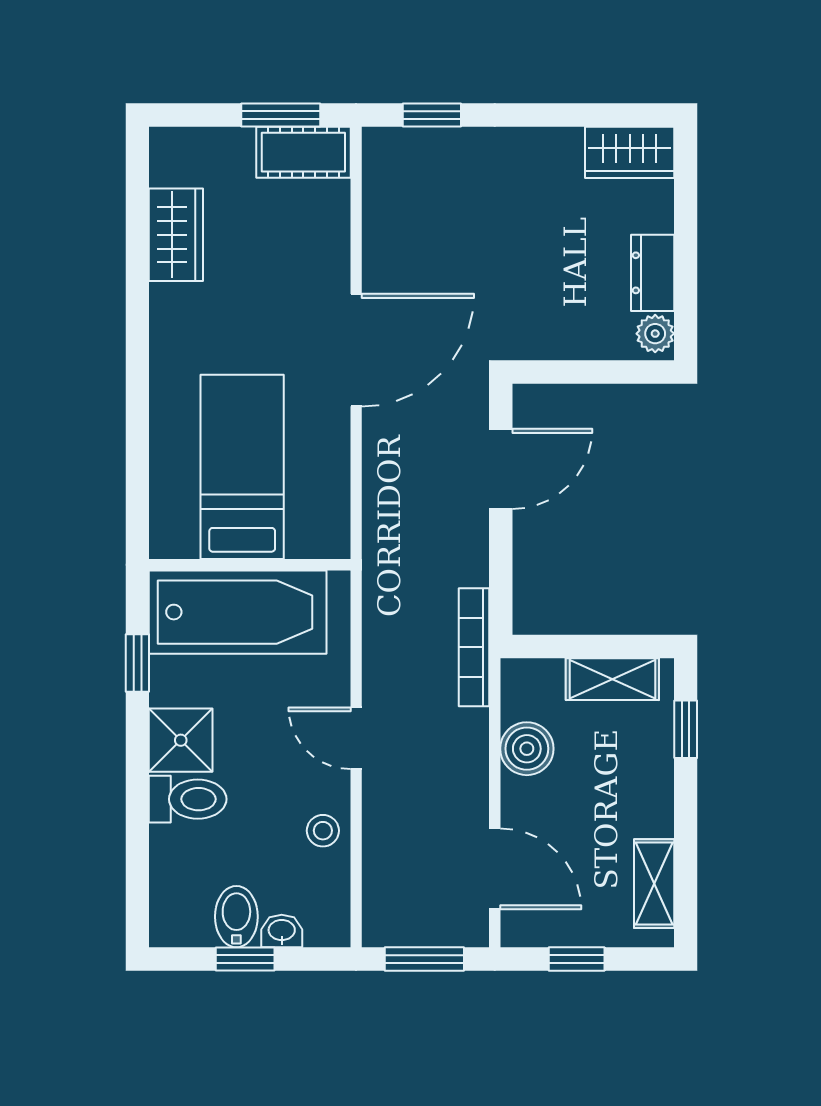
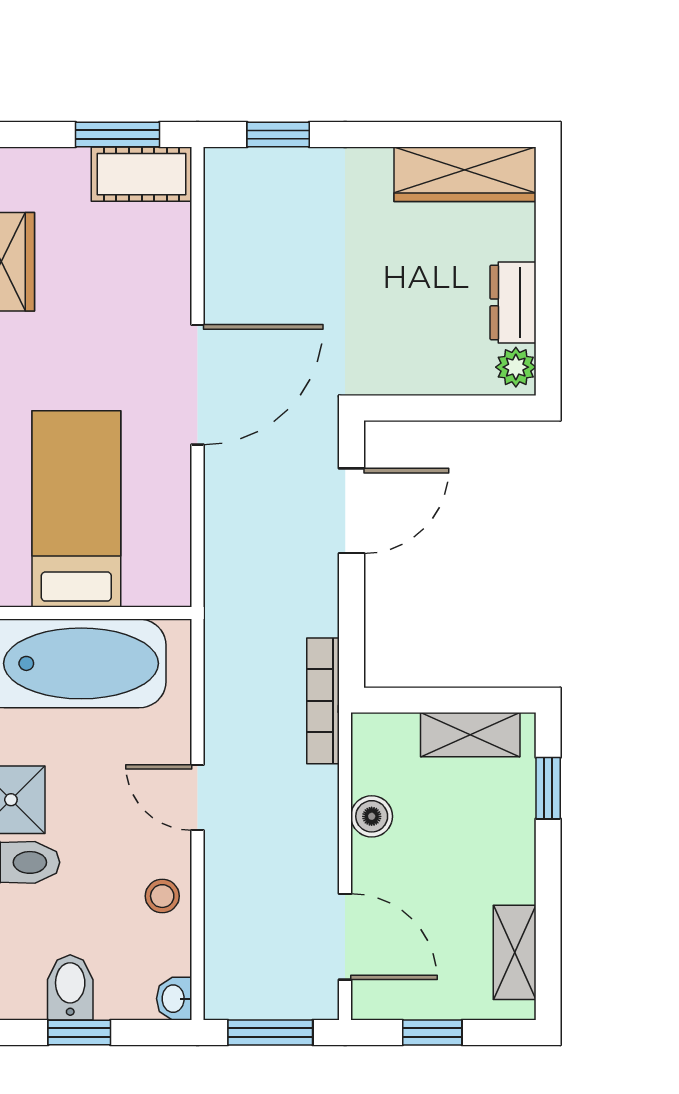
wardrobe: (630, 152) -> (465, 174), width x1.50
boiler: (527, 749) -> (372, 816), width x0.73, depth x0.73
washbasin: (282, 931) -> (174, 999), moved, turned -90

